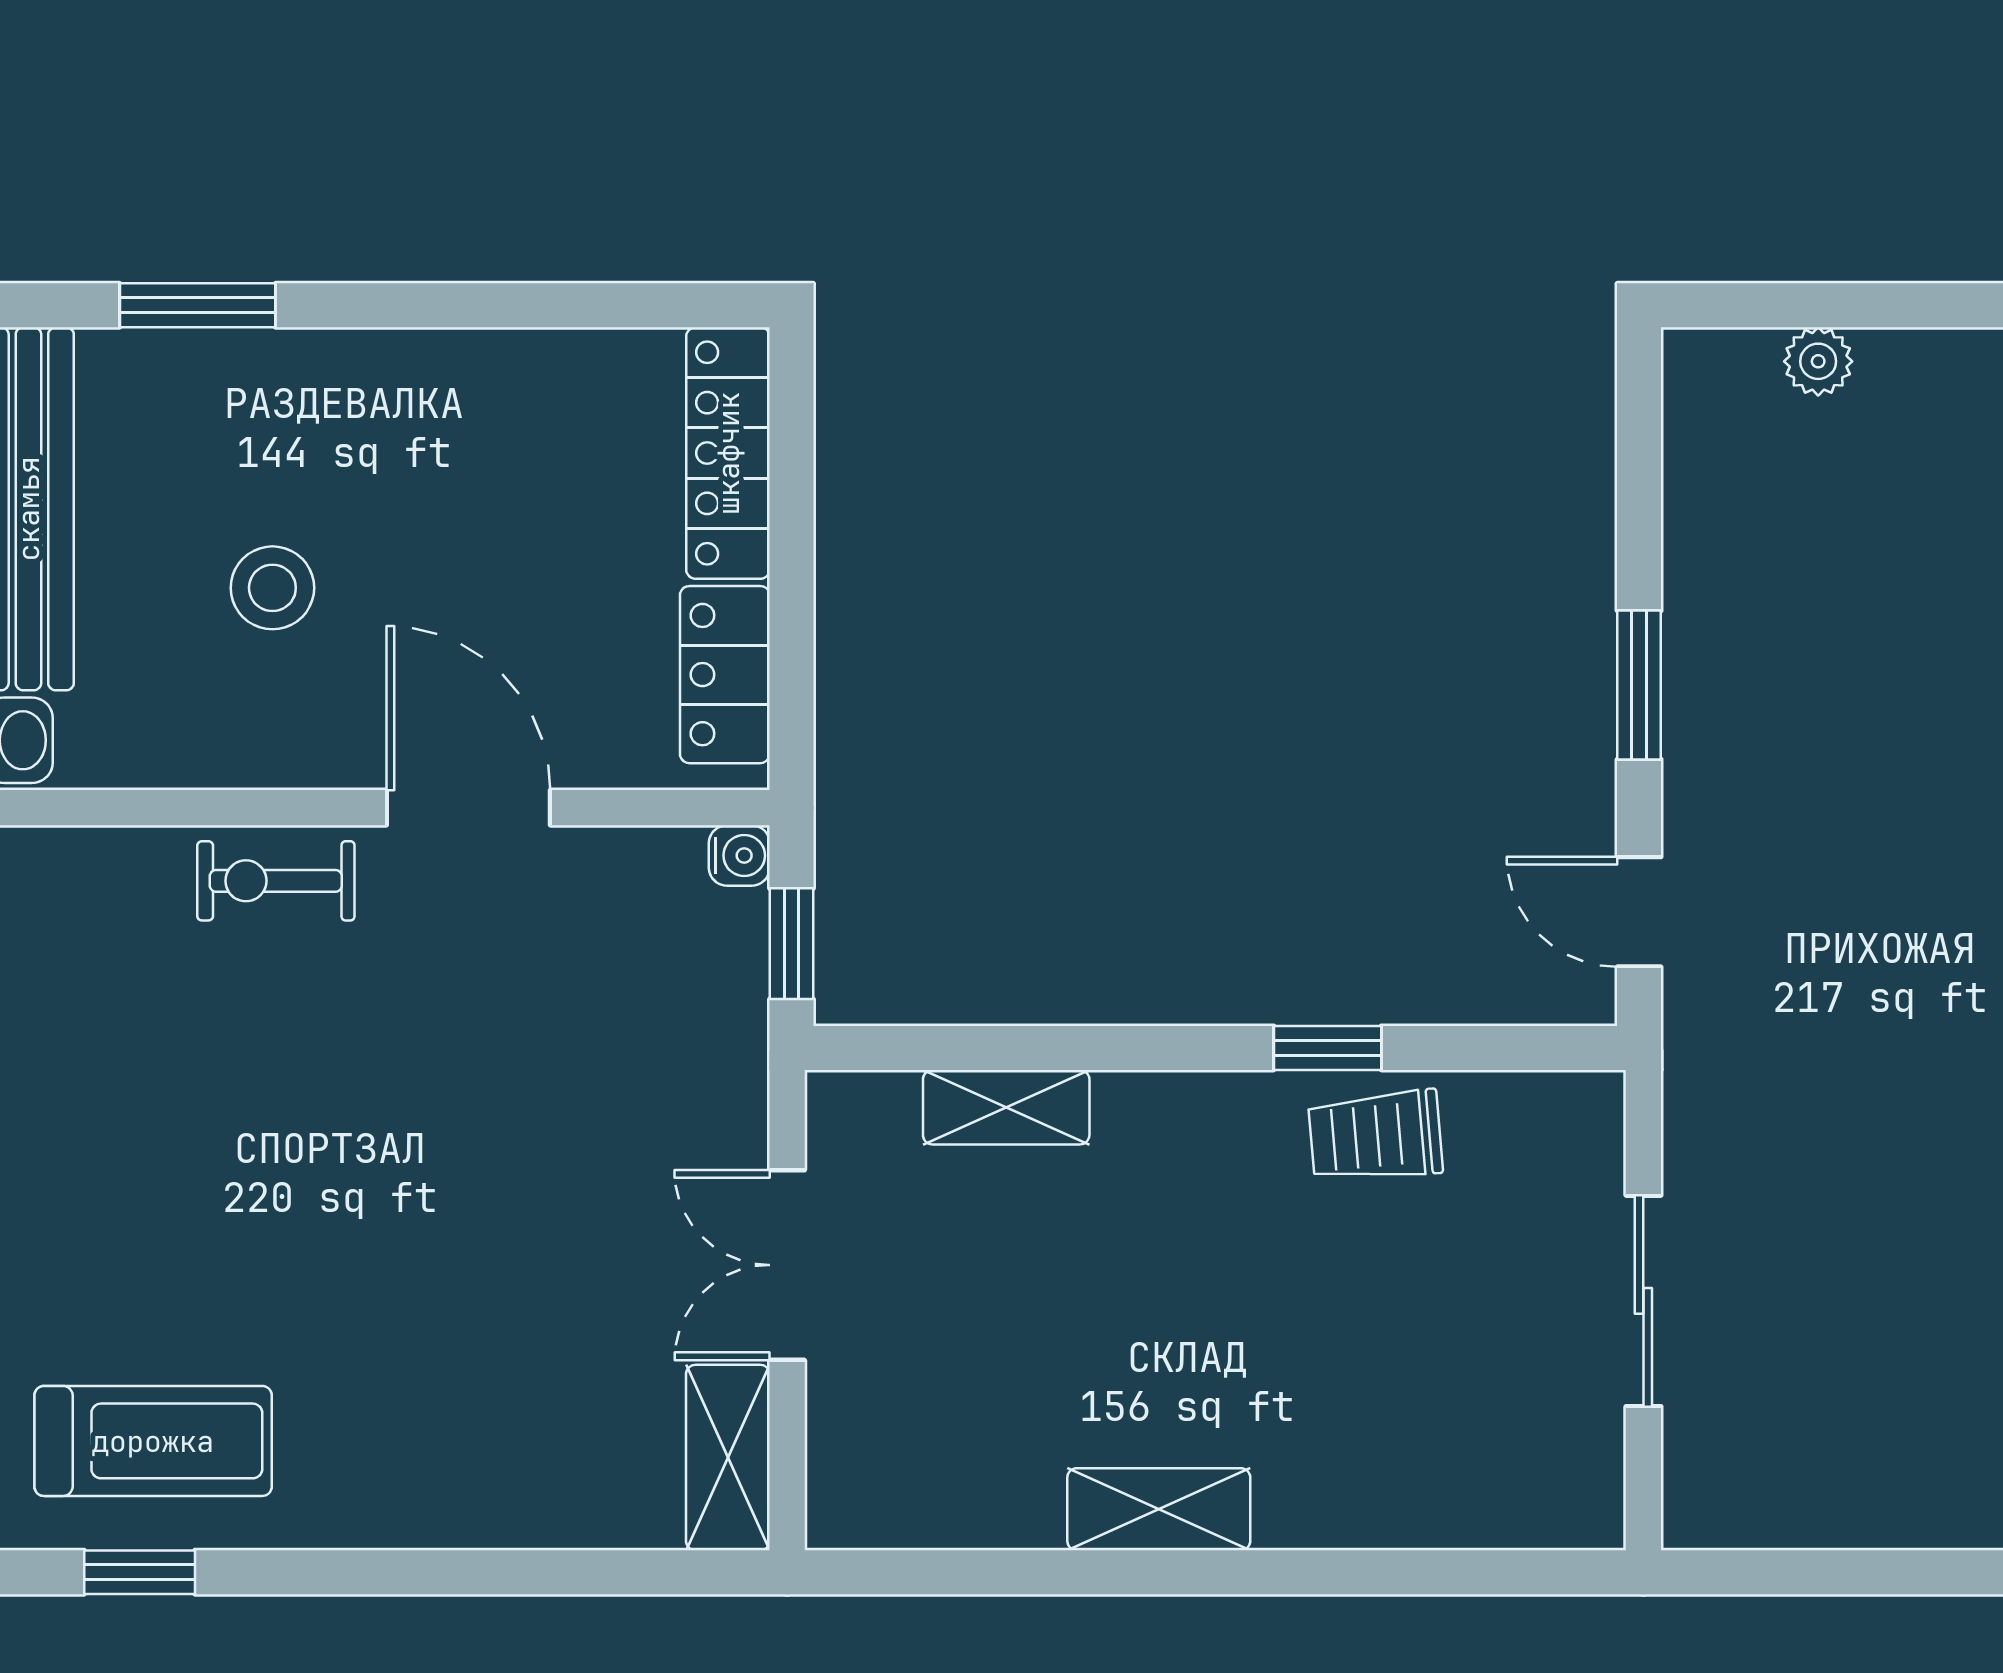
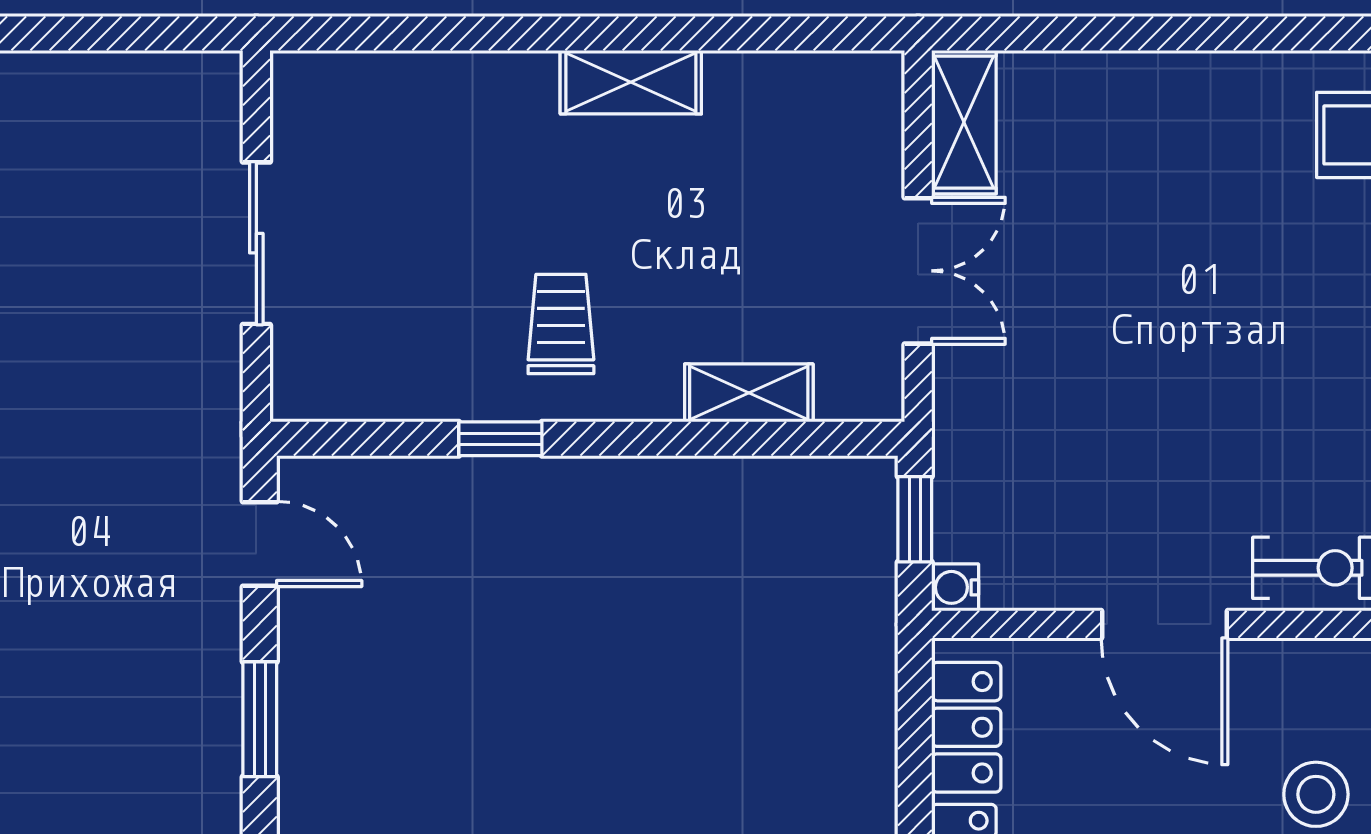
trolley: (1375, 1136) -> (561, 324), moved, turned -85

